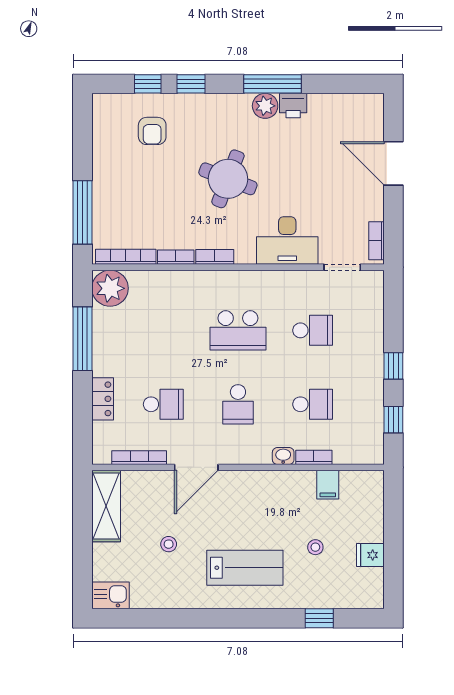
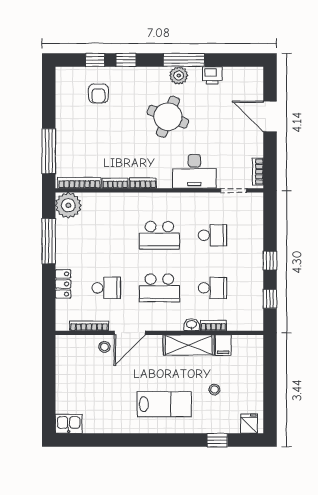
printer: (293, 105) -> (212, 75), moved
round table: (228, 179) -> (168, 117), moved
school desk: (238, 404) -> (159, 288), width x1.85
shelving: (106, 506) -> (189, 345), moved, turned 90
stool: (169, 544) -> (104, 347), moved
fridge: (370, 555) -> (249, 424), moved, turned 90

